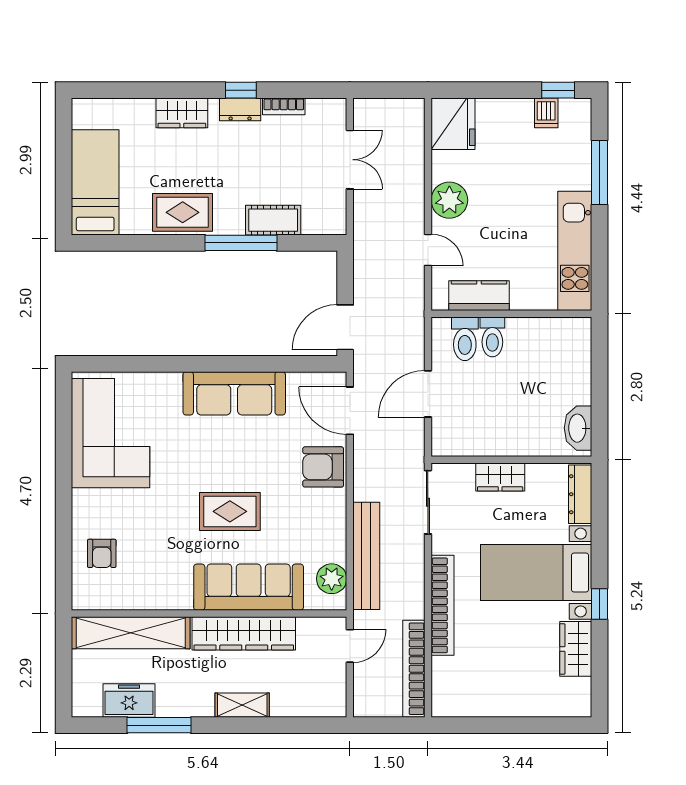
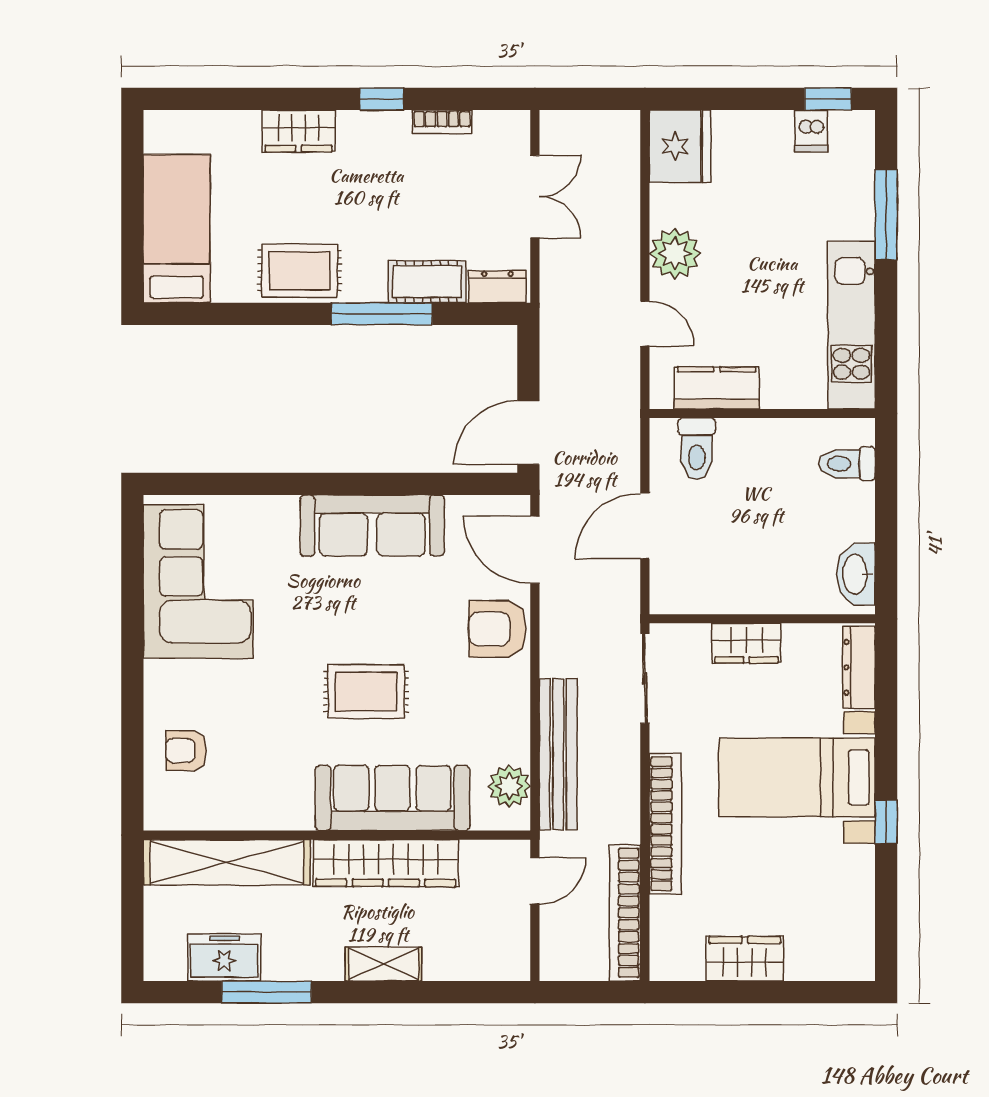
dresser: (240, 109) -> (497, 287), moved, turned 180
toilet: (492, 337) -> (847, 464), moved, turned 90
armchair: (102, 553) -> (186, 751), turned 90
wardrobe: (576, 649) -> (745, 959), moved, turned 90

